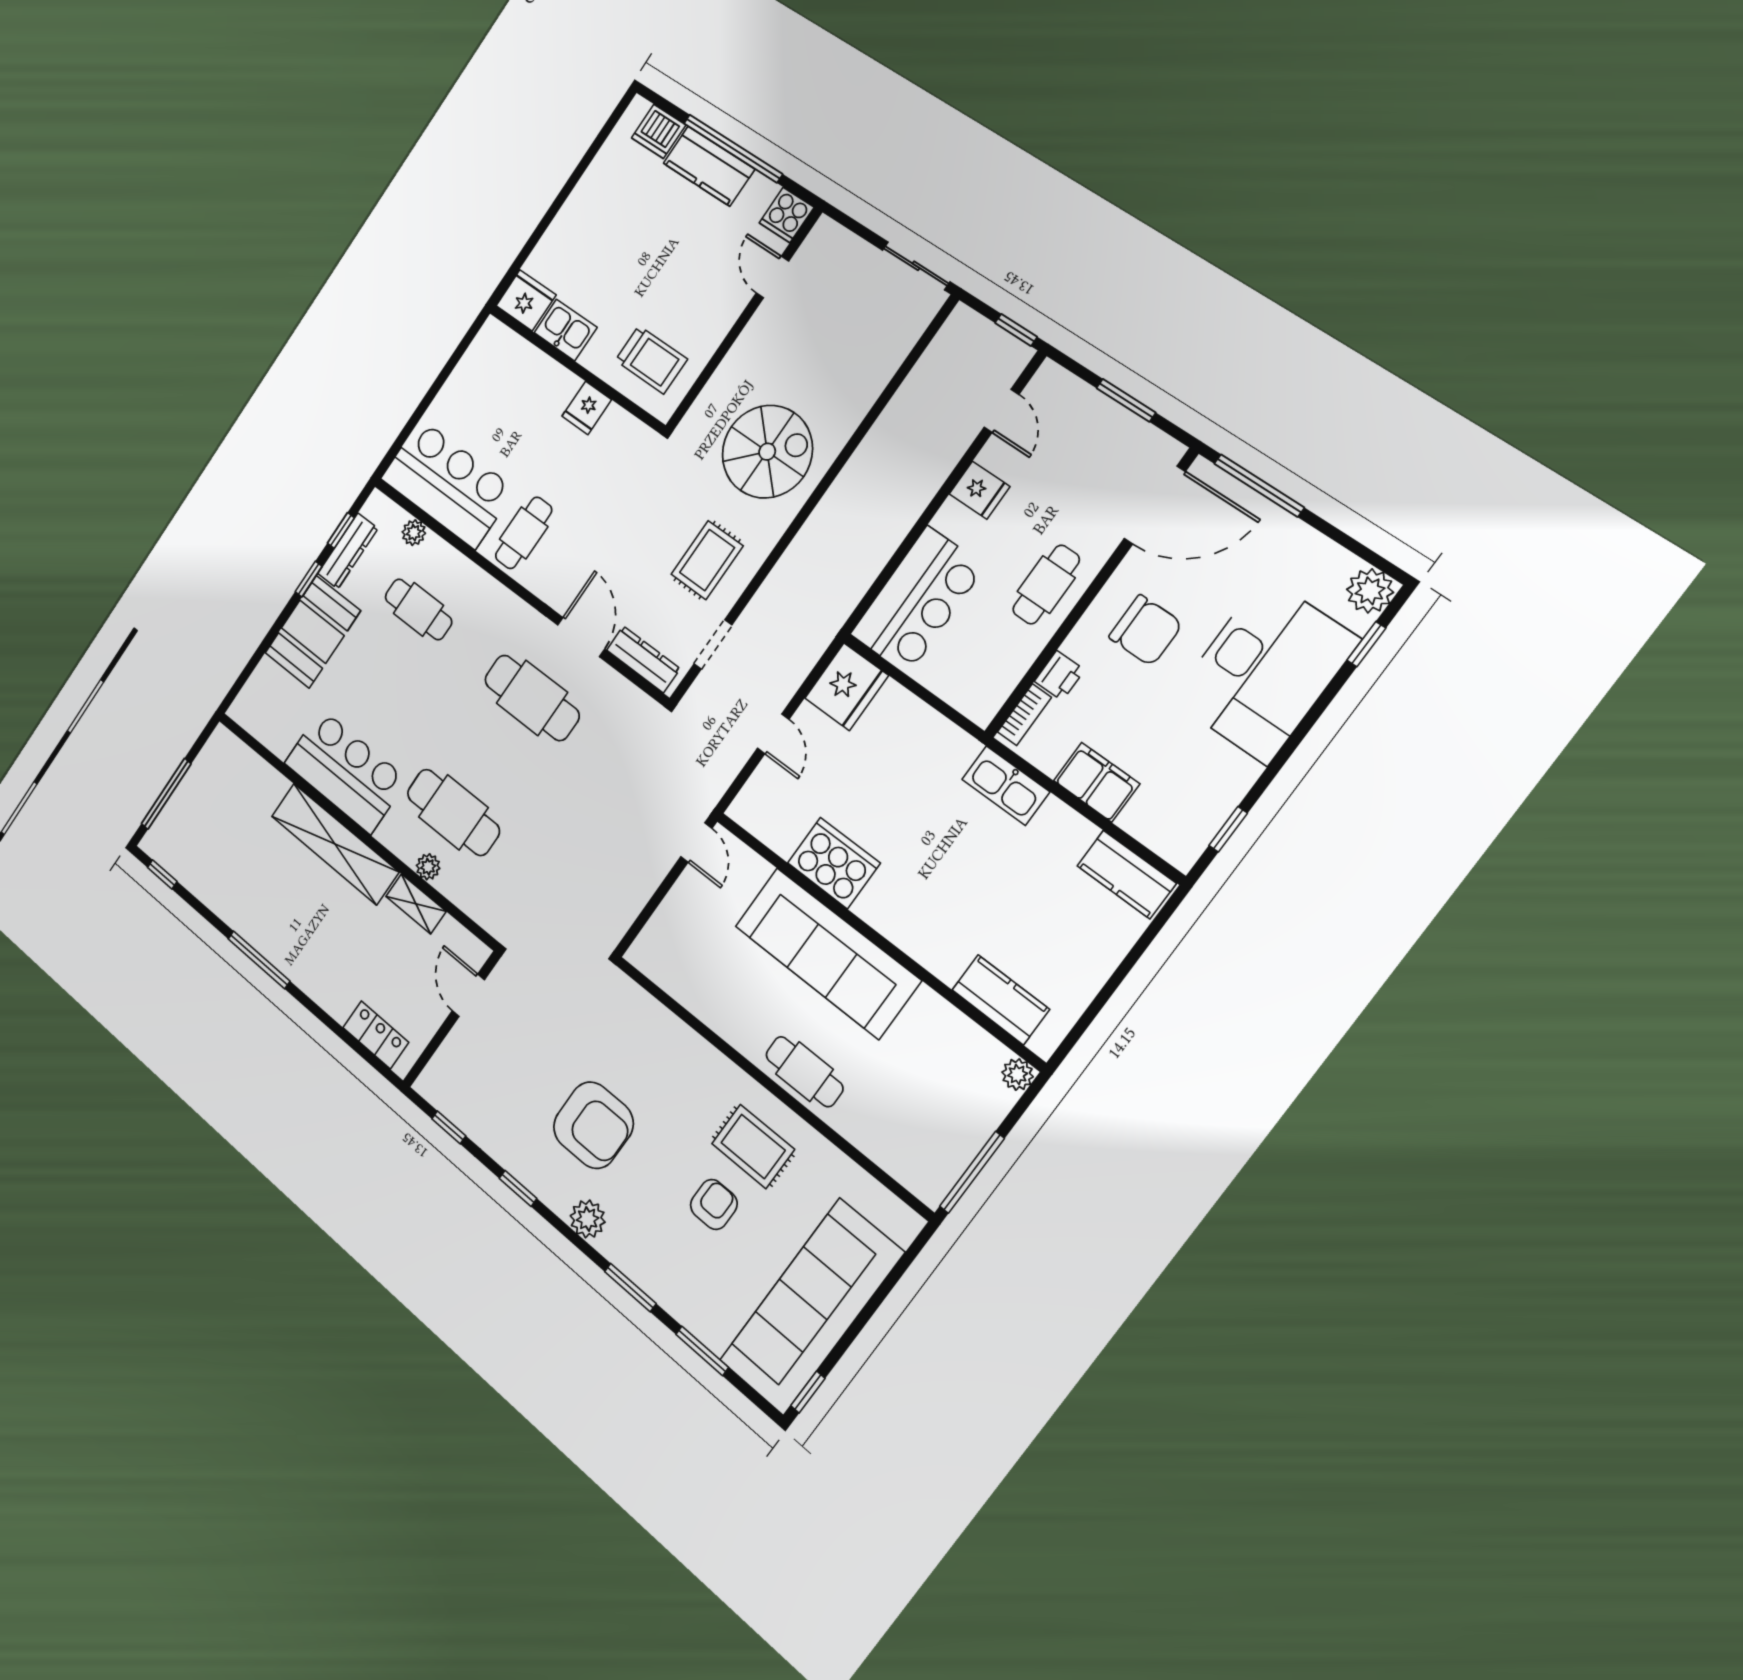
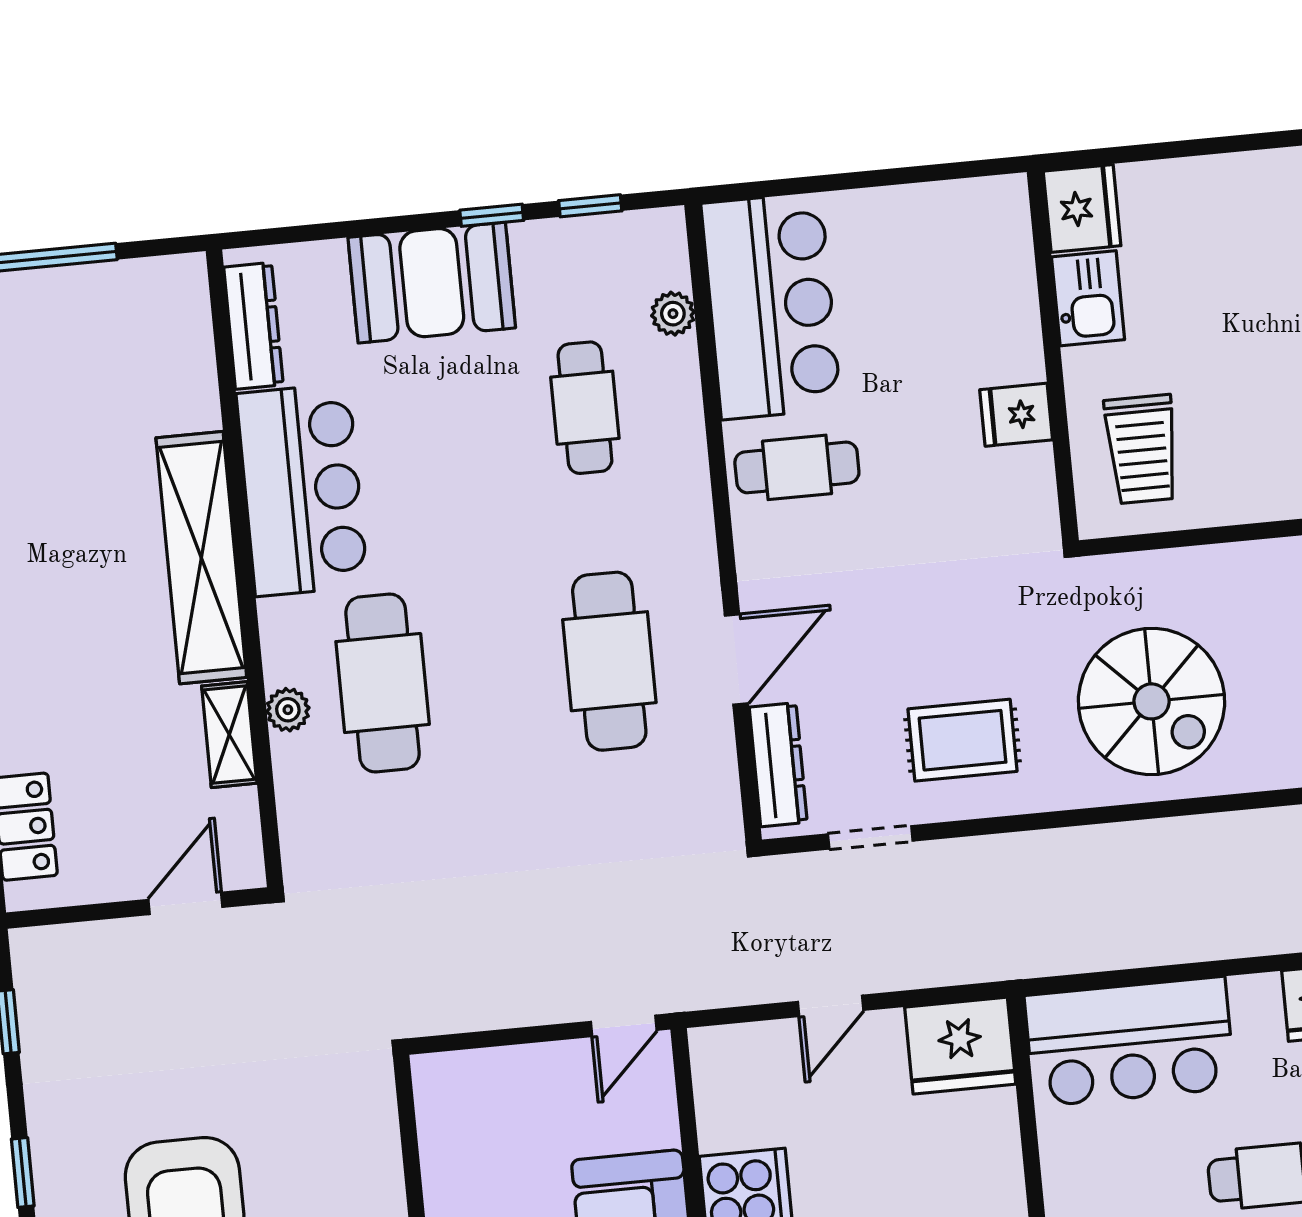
dresser: (348, 551) -> (253, 326), moved, turned -90

